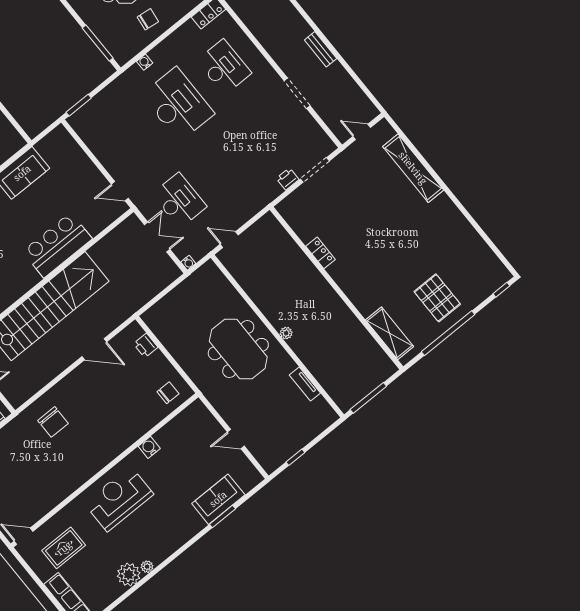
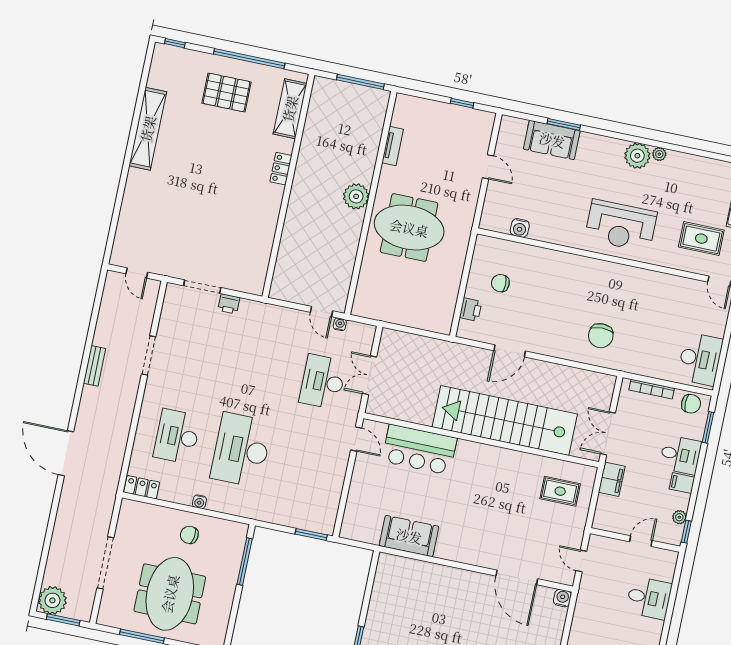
water cooler: (145, 62) -> (199, 502), moved
shelving: (413, 168) -> (148, 129), moved
bar counter: (57, 245) -> (419, 450), moved
locker: (321, 253) -> (281, 169), moved
water cooler: (188, 263) -> (340, 324), moved
pallet: (437, 298) -> (227, 93), turned 90
plant: (286, 333) -> (356, 196), width x1.87, depth x1.87
door: (94, 349) -> (510, 351), swing flipped
meeting table: (238, 349) -> (409, 228), turned 90
chair: (168, 393) -> (500, 283), moved
chair: (53, 422) -> (601, 336), turned 180
water cooler: (149, 447) -> (520, 228), moved
plant: (129, 574) -> (637, 156), moved

